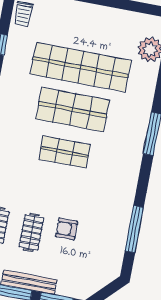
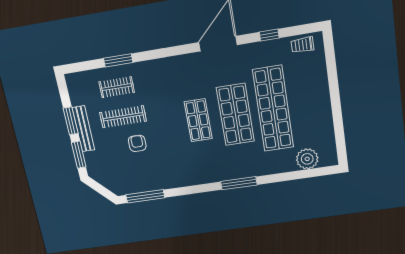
window: (134, 229) -> (145, 196), moved
clothes rail: (31, 232) -> (123, 117), width x1.36

